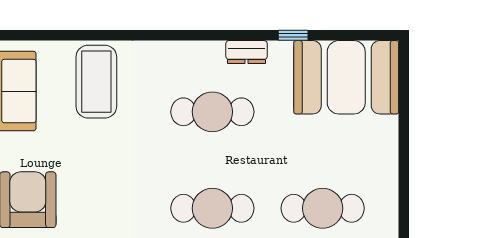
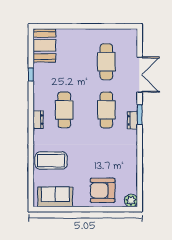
dresser: (247, 52) -> (38, 120), moved
booth: (346, 77) -> (44, 45), width x0.73, depth x0.70

